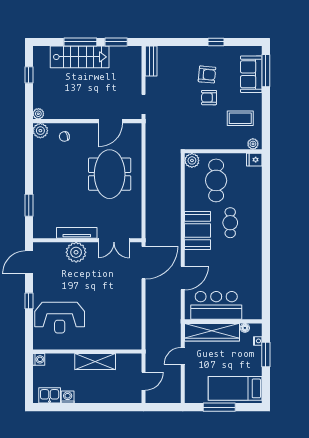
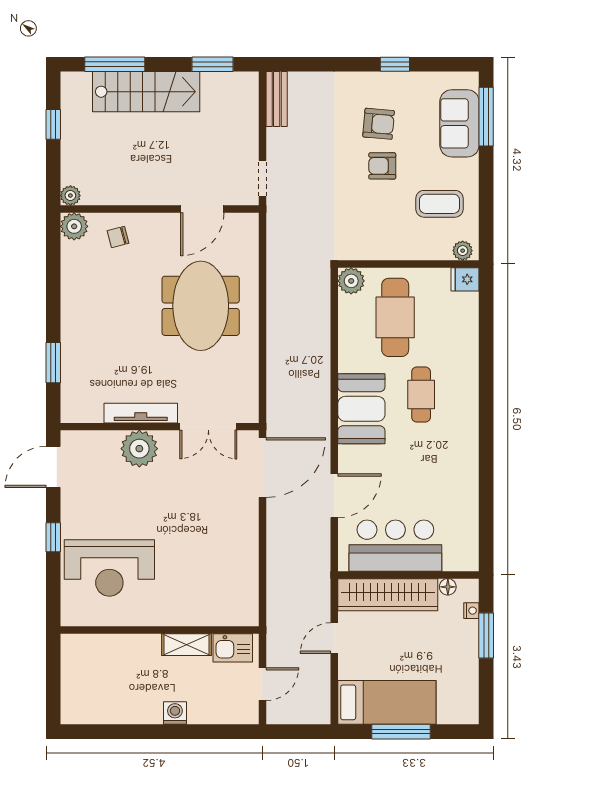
window: (80, 42) -> (115, 64), moved
washing machine: (39, 359) -> (71, 644), removed
shelving: (95, 362) -> (187, 645), width x0.67, depth x0.75
bed: (235, 388) -> (387, 702), moved, turned 180
kitchen sink: (50, 395) -> (233, 648), moved, turned 180
washing machine: (68, 397) -> (175, 713), moved

